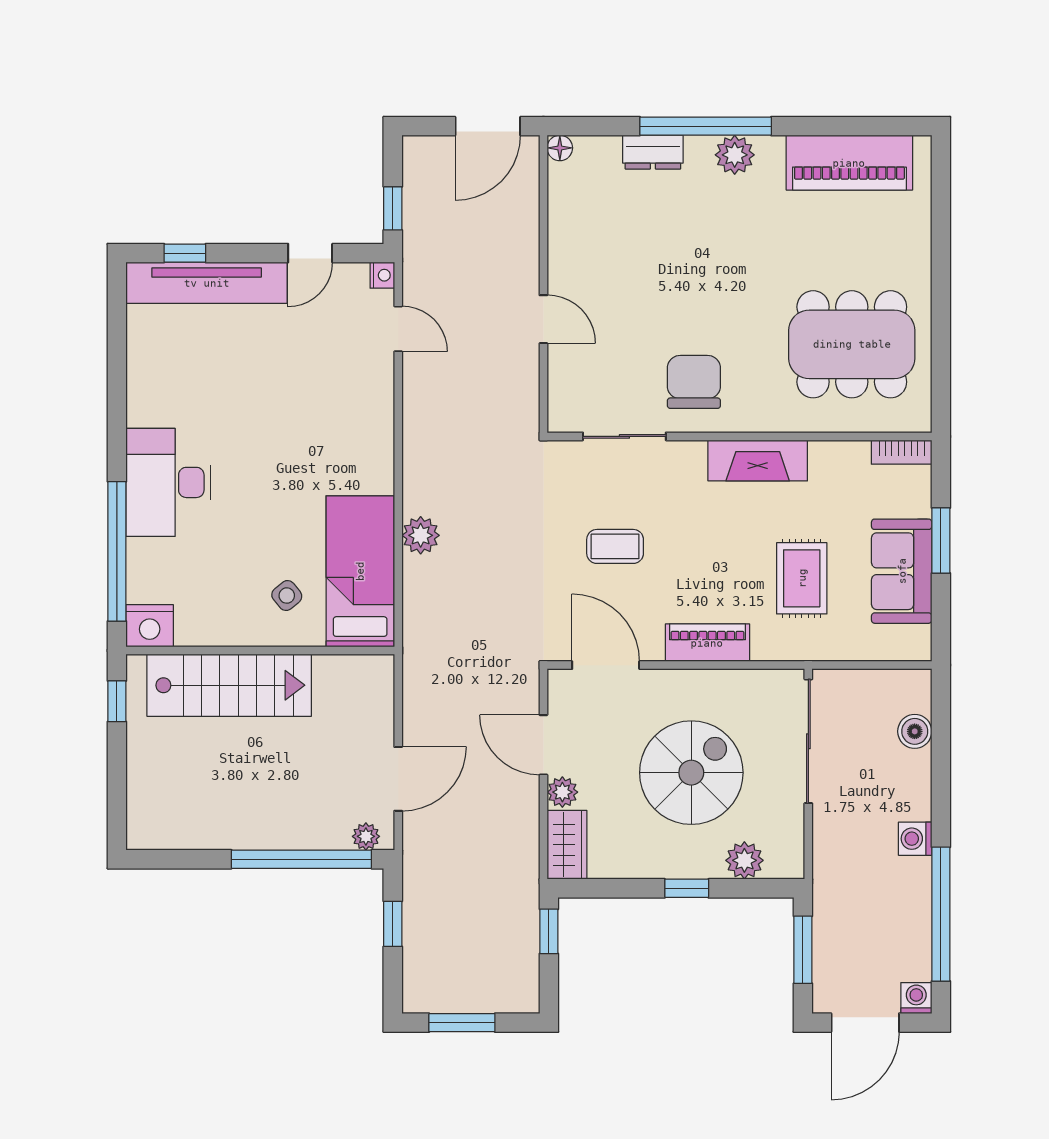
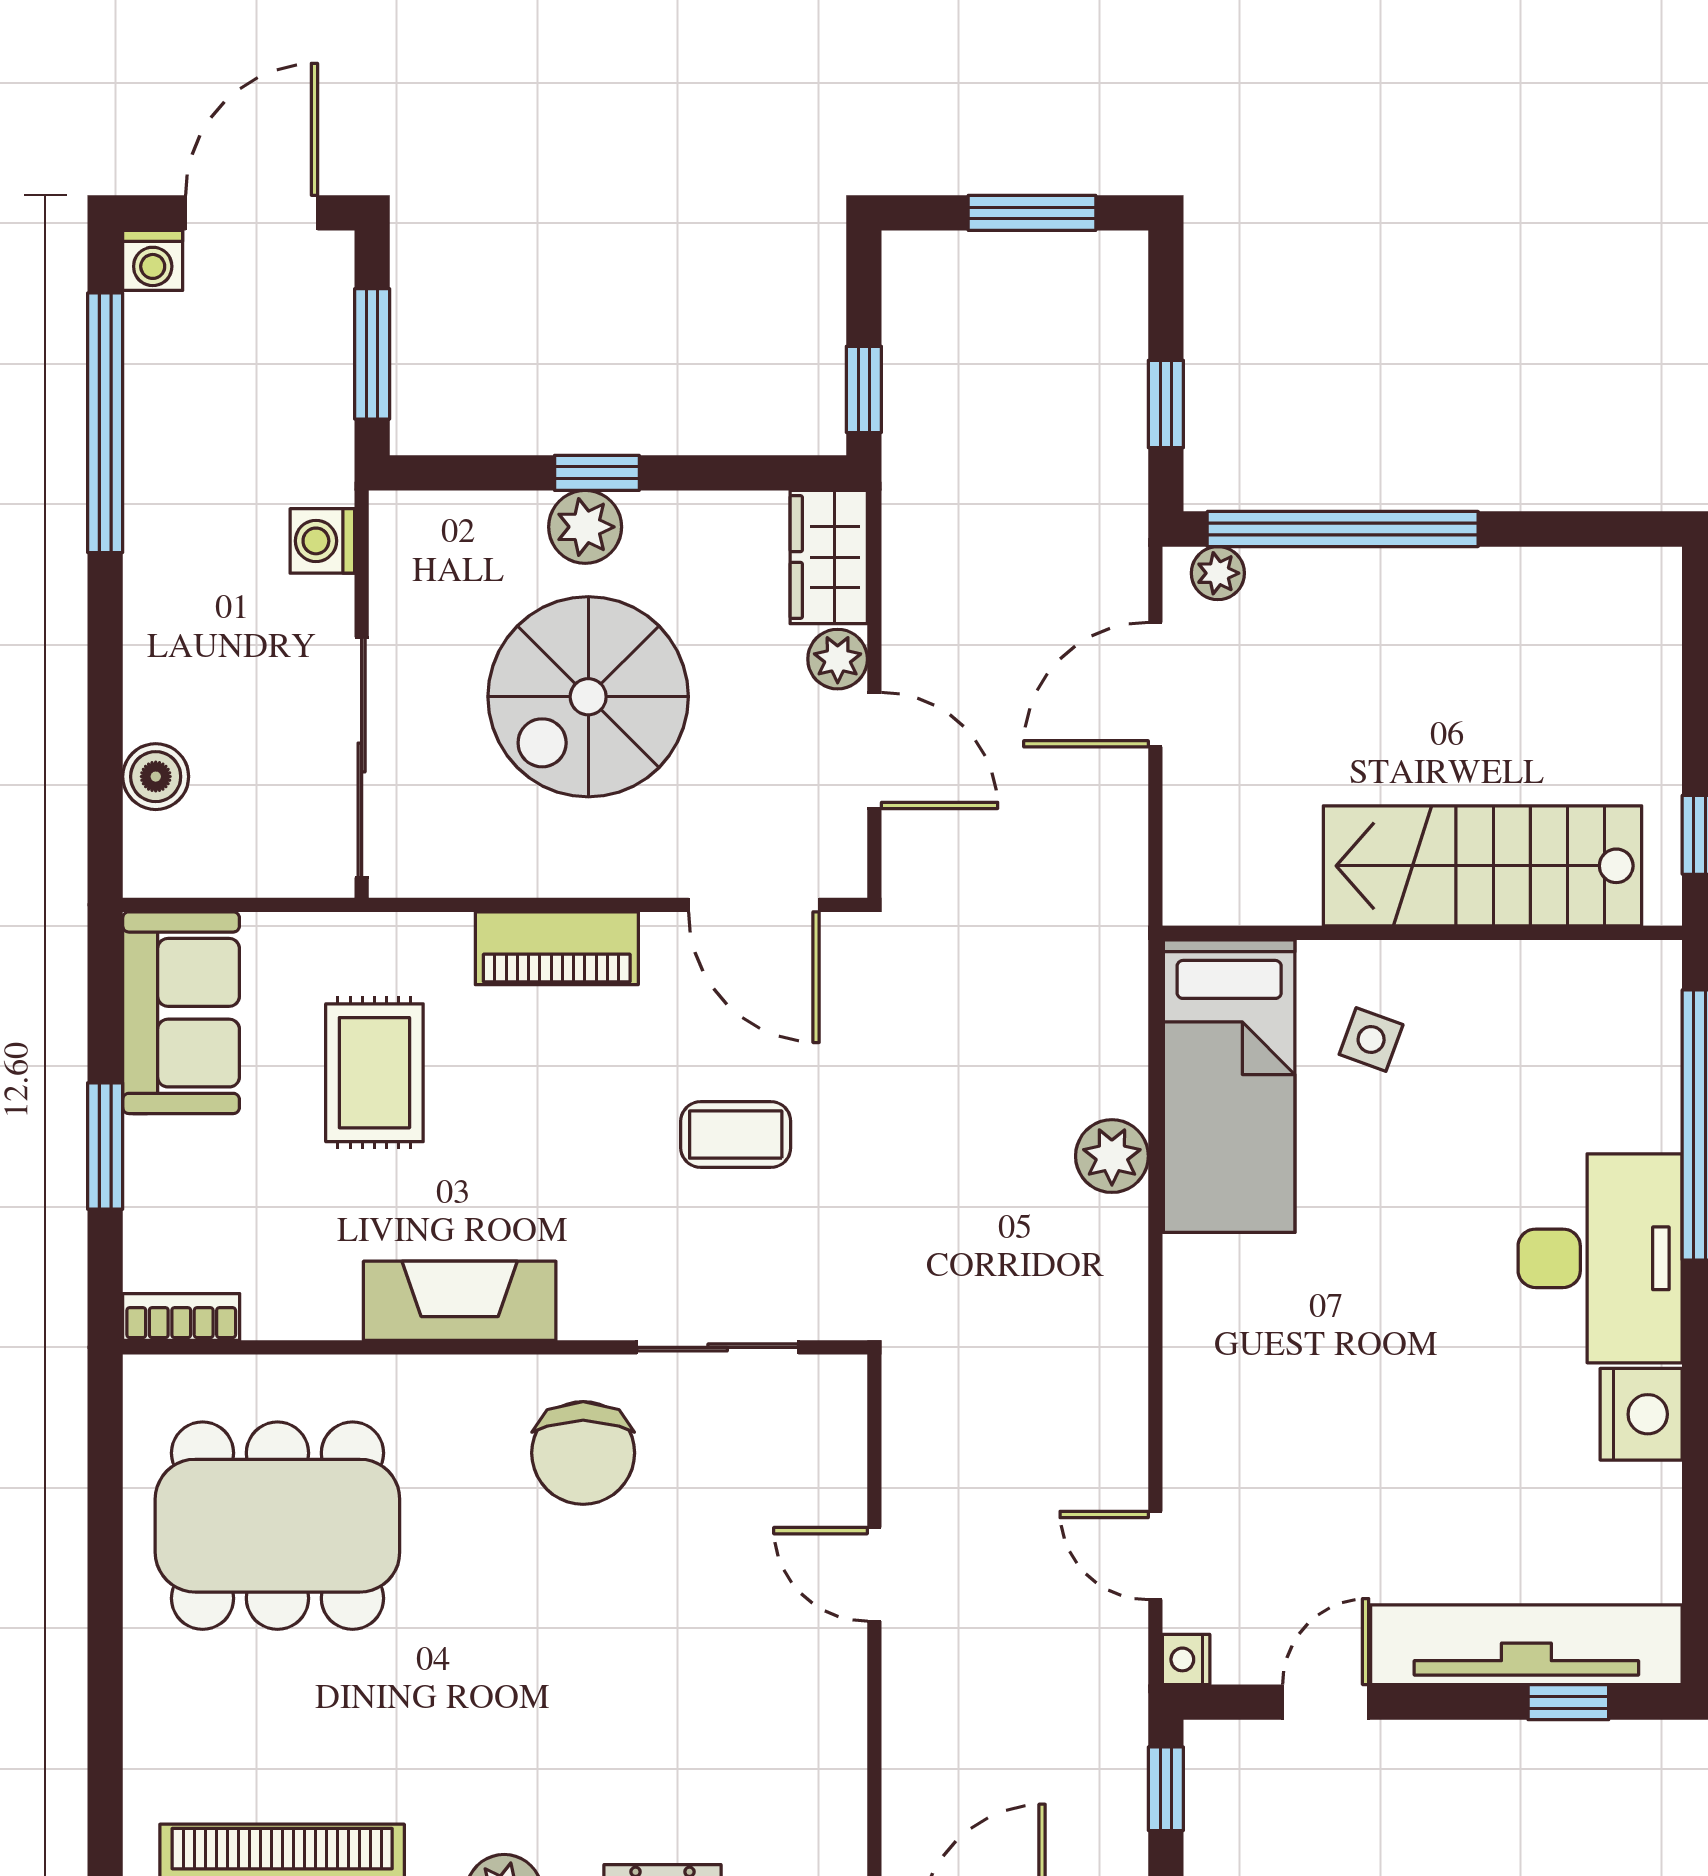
sofa: (902, 571) -> (181, 1013), moved
side table: (287, 596) -> (1371, 1039), turned -31
nightstand: (150, 626) -> (1641, 1414), moved, turned 90
washing machine: (915, 839) -> (322, 541), moved, turned 180
plant: (744, 860) -> (585, 527), moved

